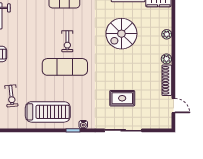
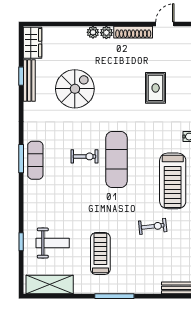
spiral stairs: (121, 34) -> (75, 89), turned -90
plant: (167, 34) -> (93, 32), moved
treadmill: (48, 112) -> (173, 181), turned 180

